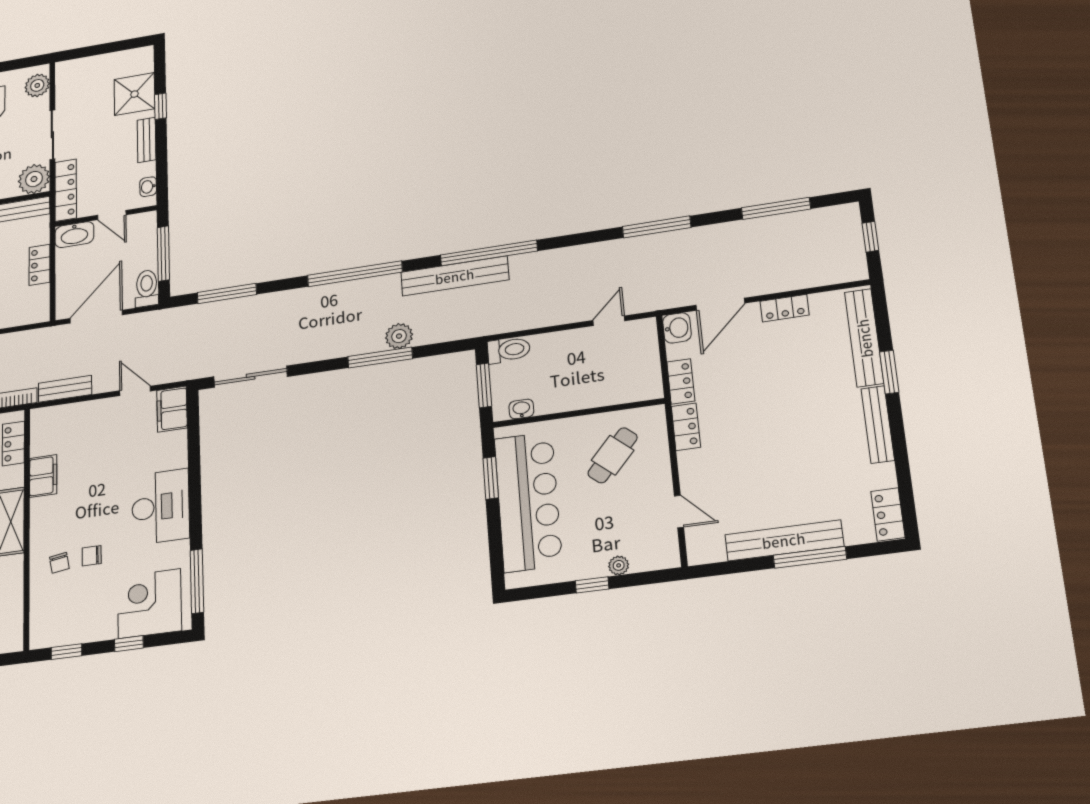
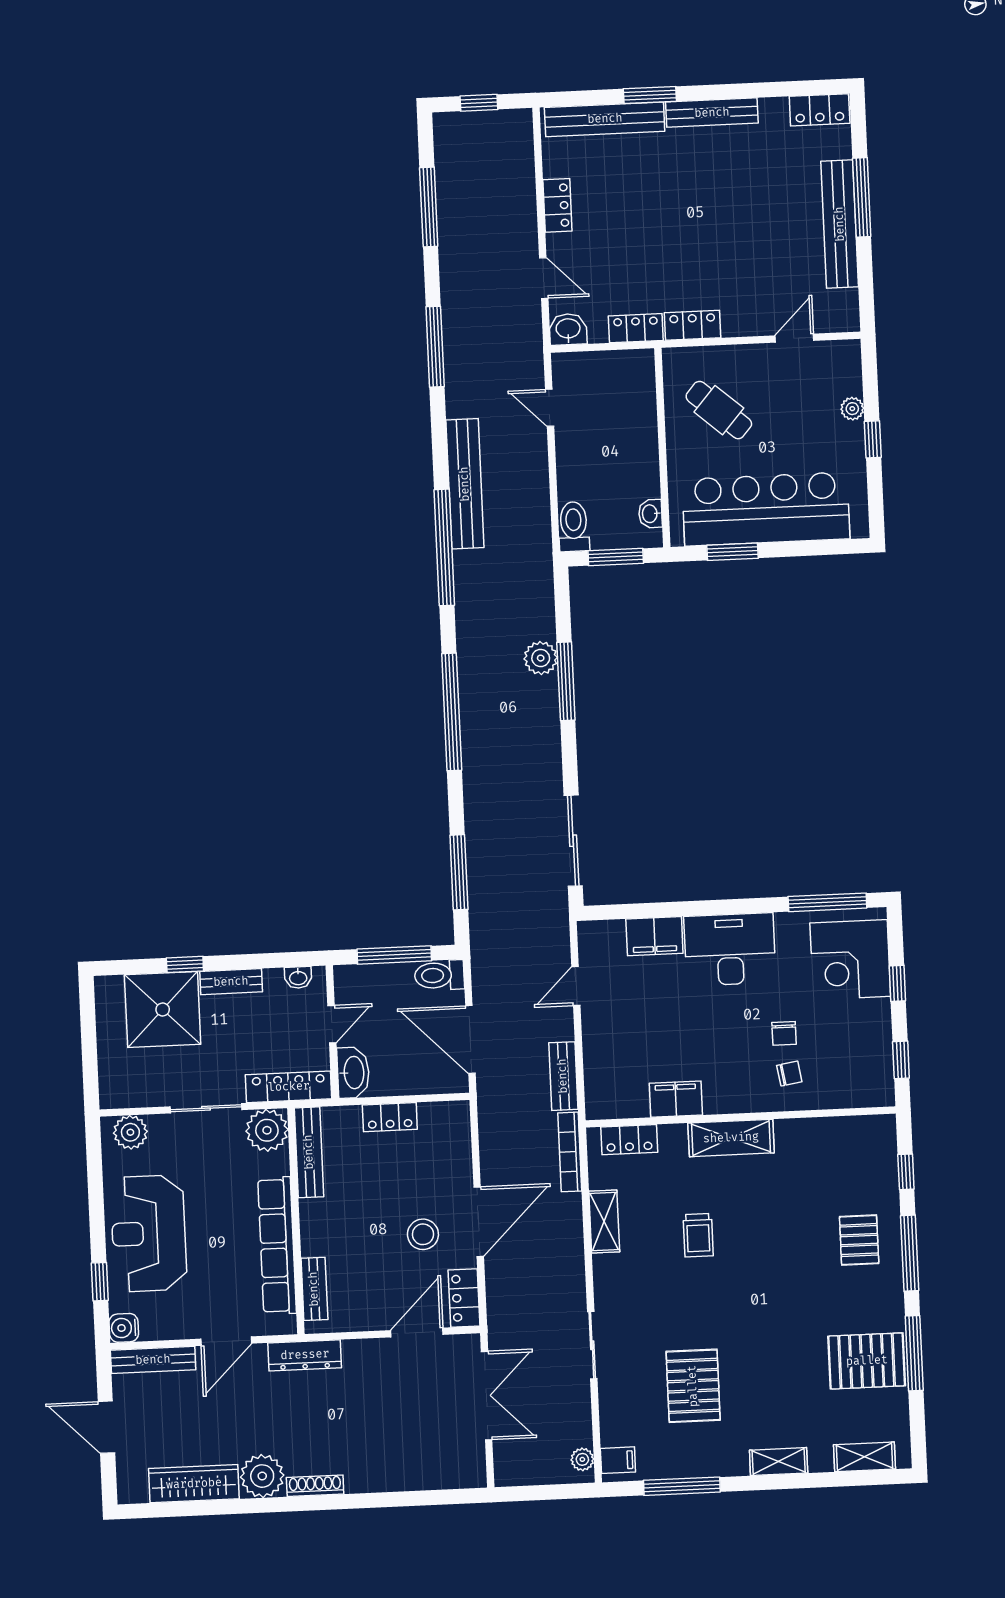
shower: (134, 94) -> (163, 1009), width x1.37, depth x1.37
bench: (455, 276) -> (465, 484), moved
door: (720, 304) -> (544, 278), width x0.73
filing cabinet: (172, 409) -> (654, 936), moved

